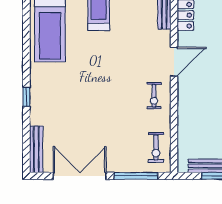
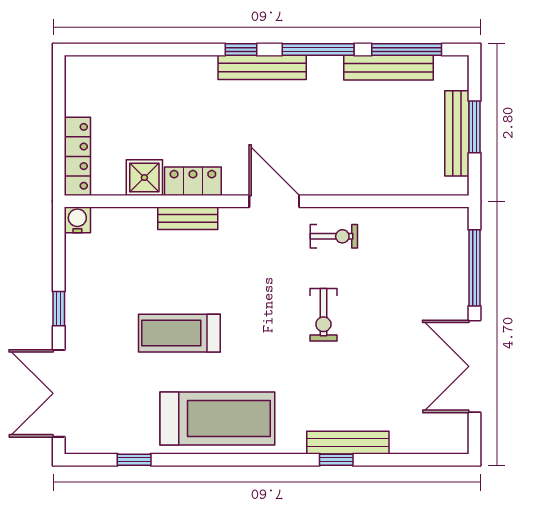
exercise bike: (156, 147) -> (323, 315), moved, turned 90
bench: (36, 149) -> (348, 443), moved

